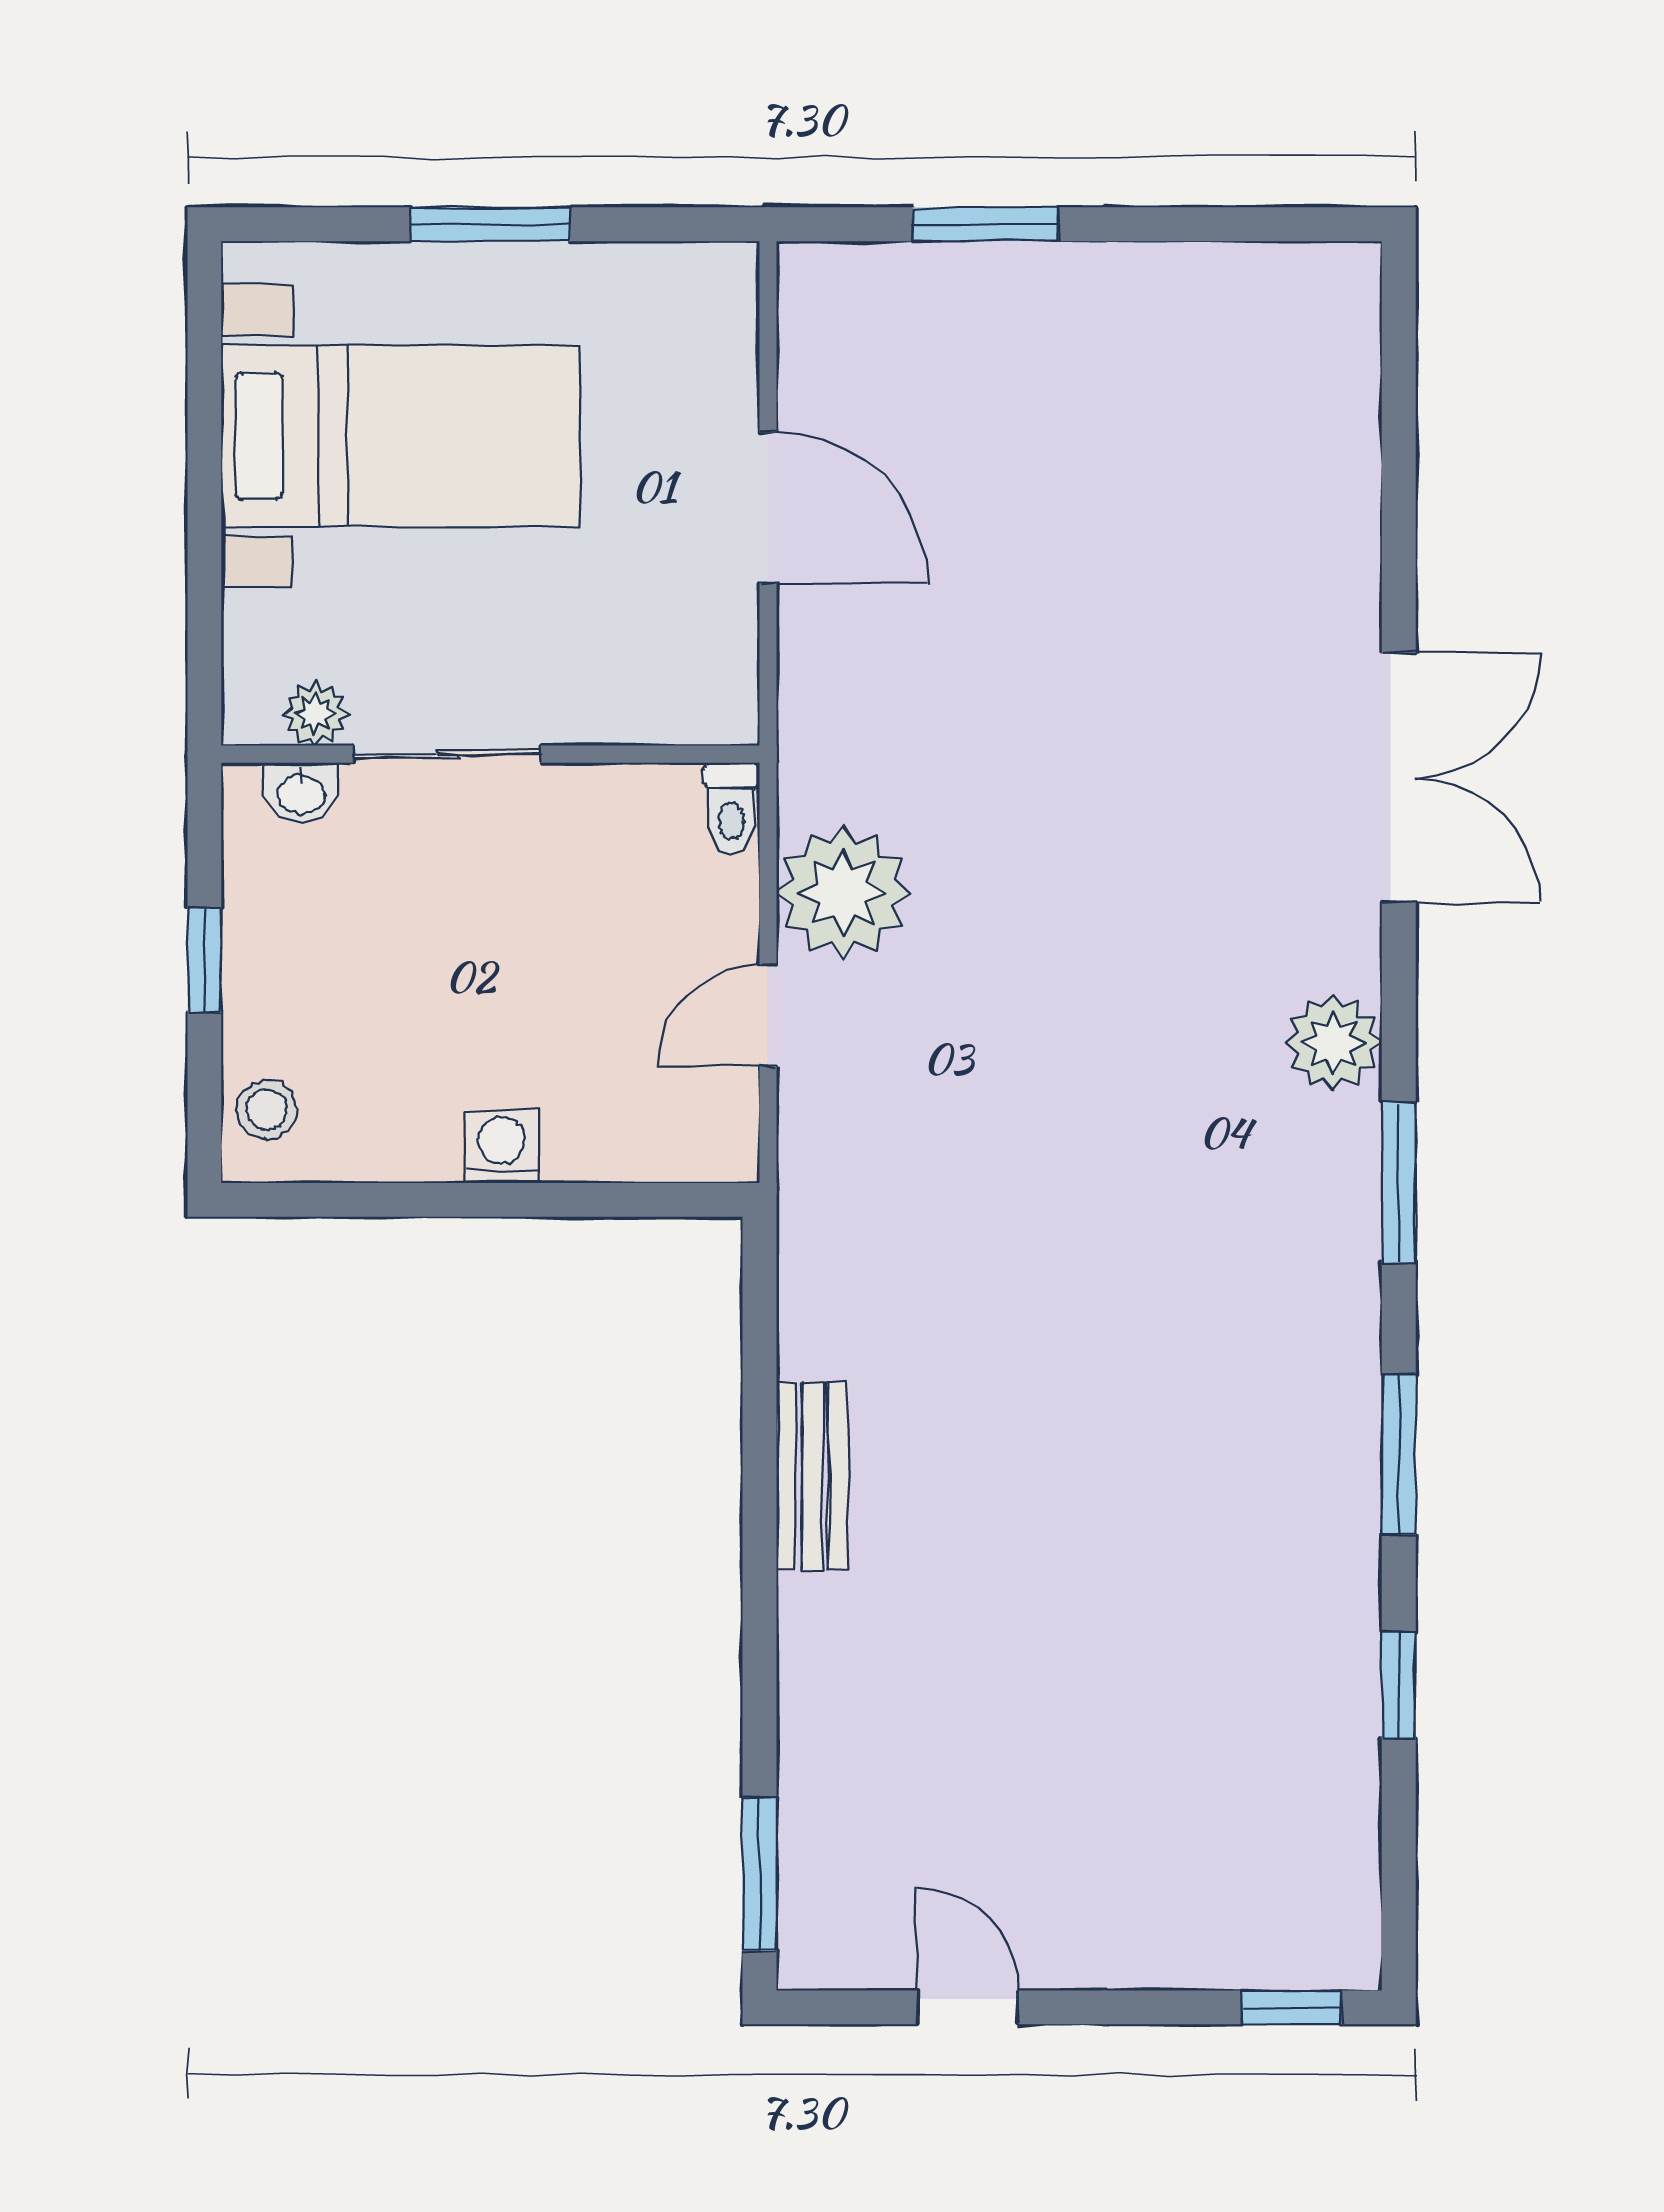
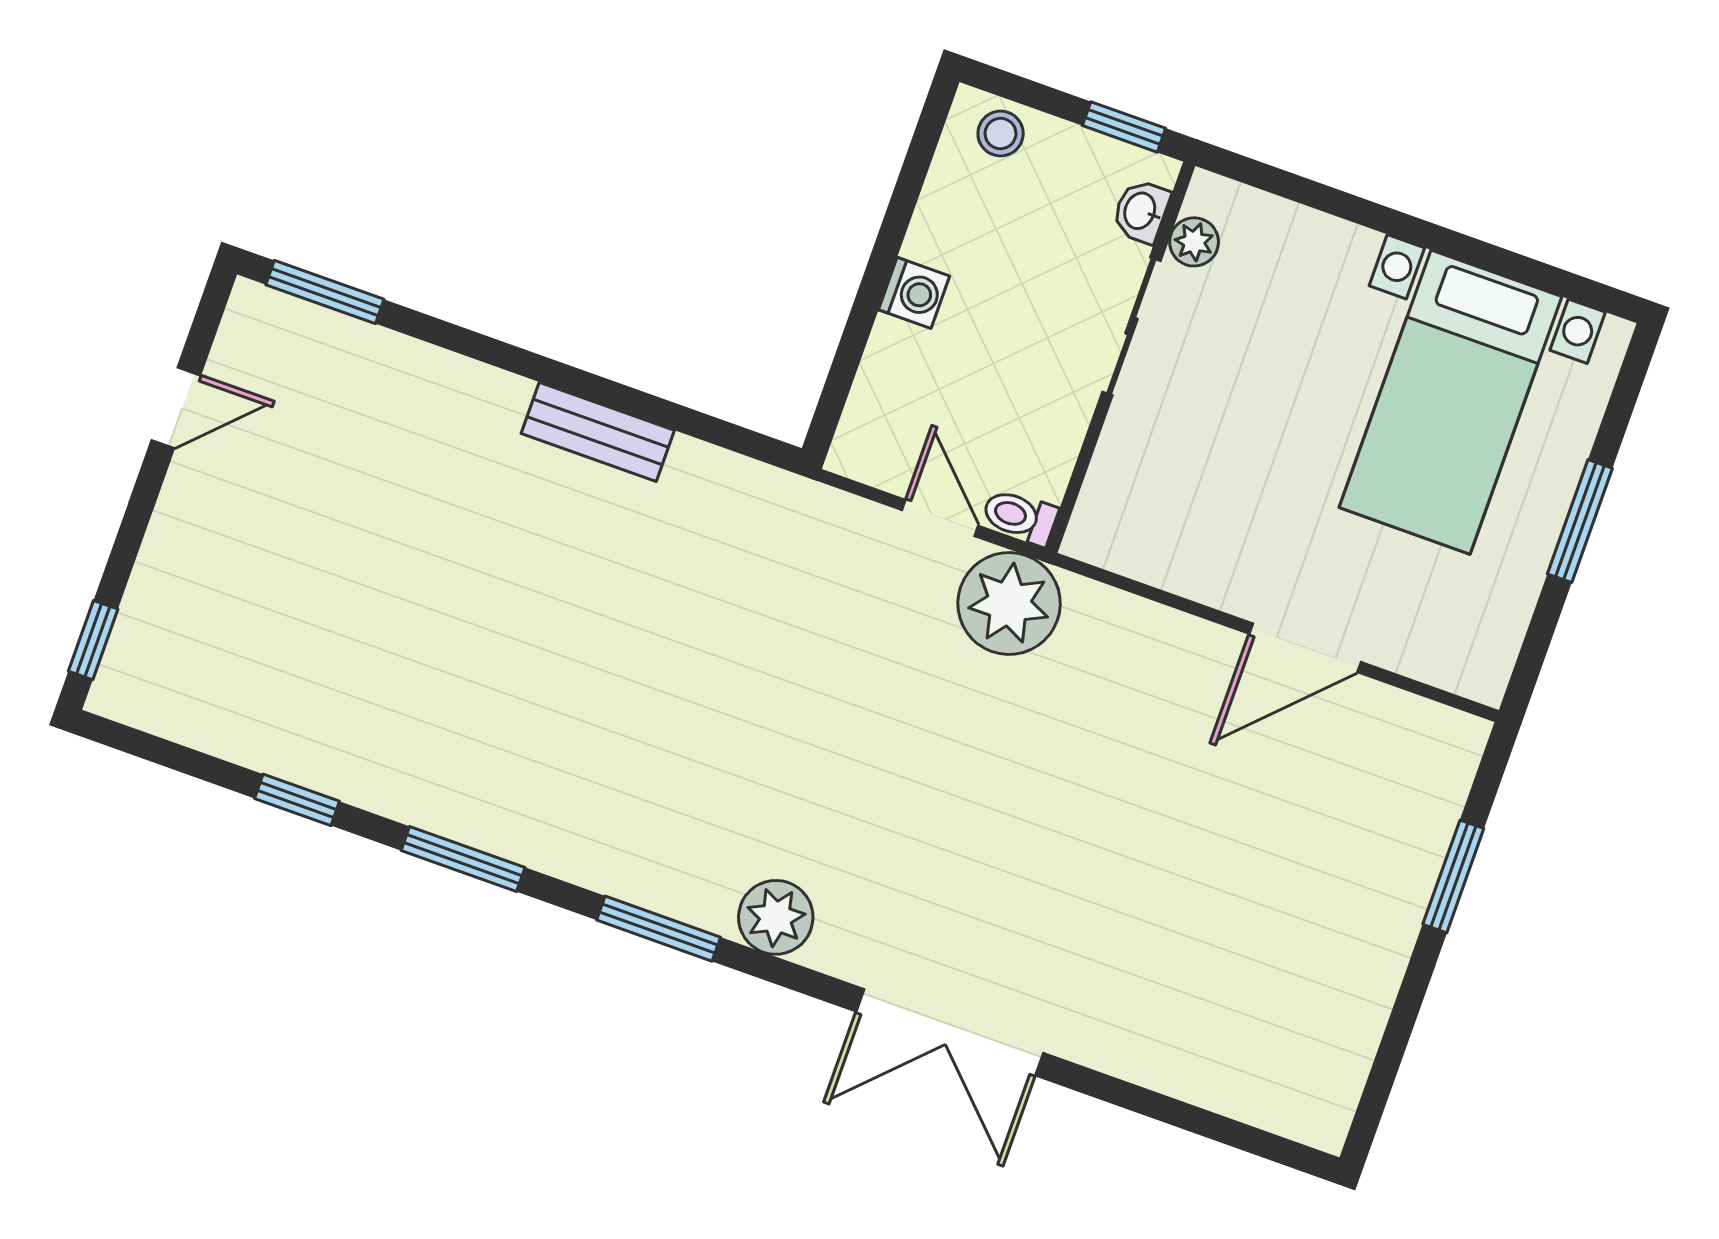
plant: (316, 714) -> (1194, 242), moved
sliding door: (447, 754) -> (1131, 326), moved
wall: (490, 754) -> (1120, 357), moved
washbasin: (301, 793) -> (1141, 211), moved
toilet: (731, 808) -> (1020, 517), moved

